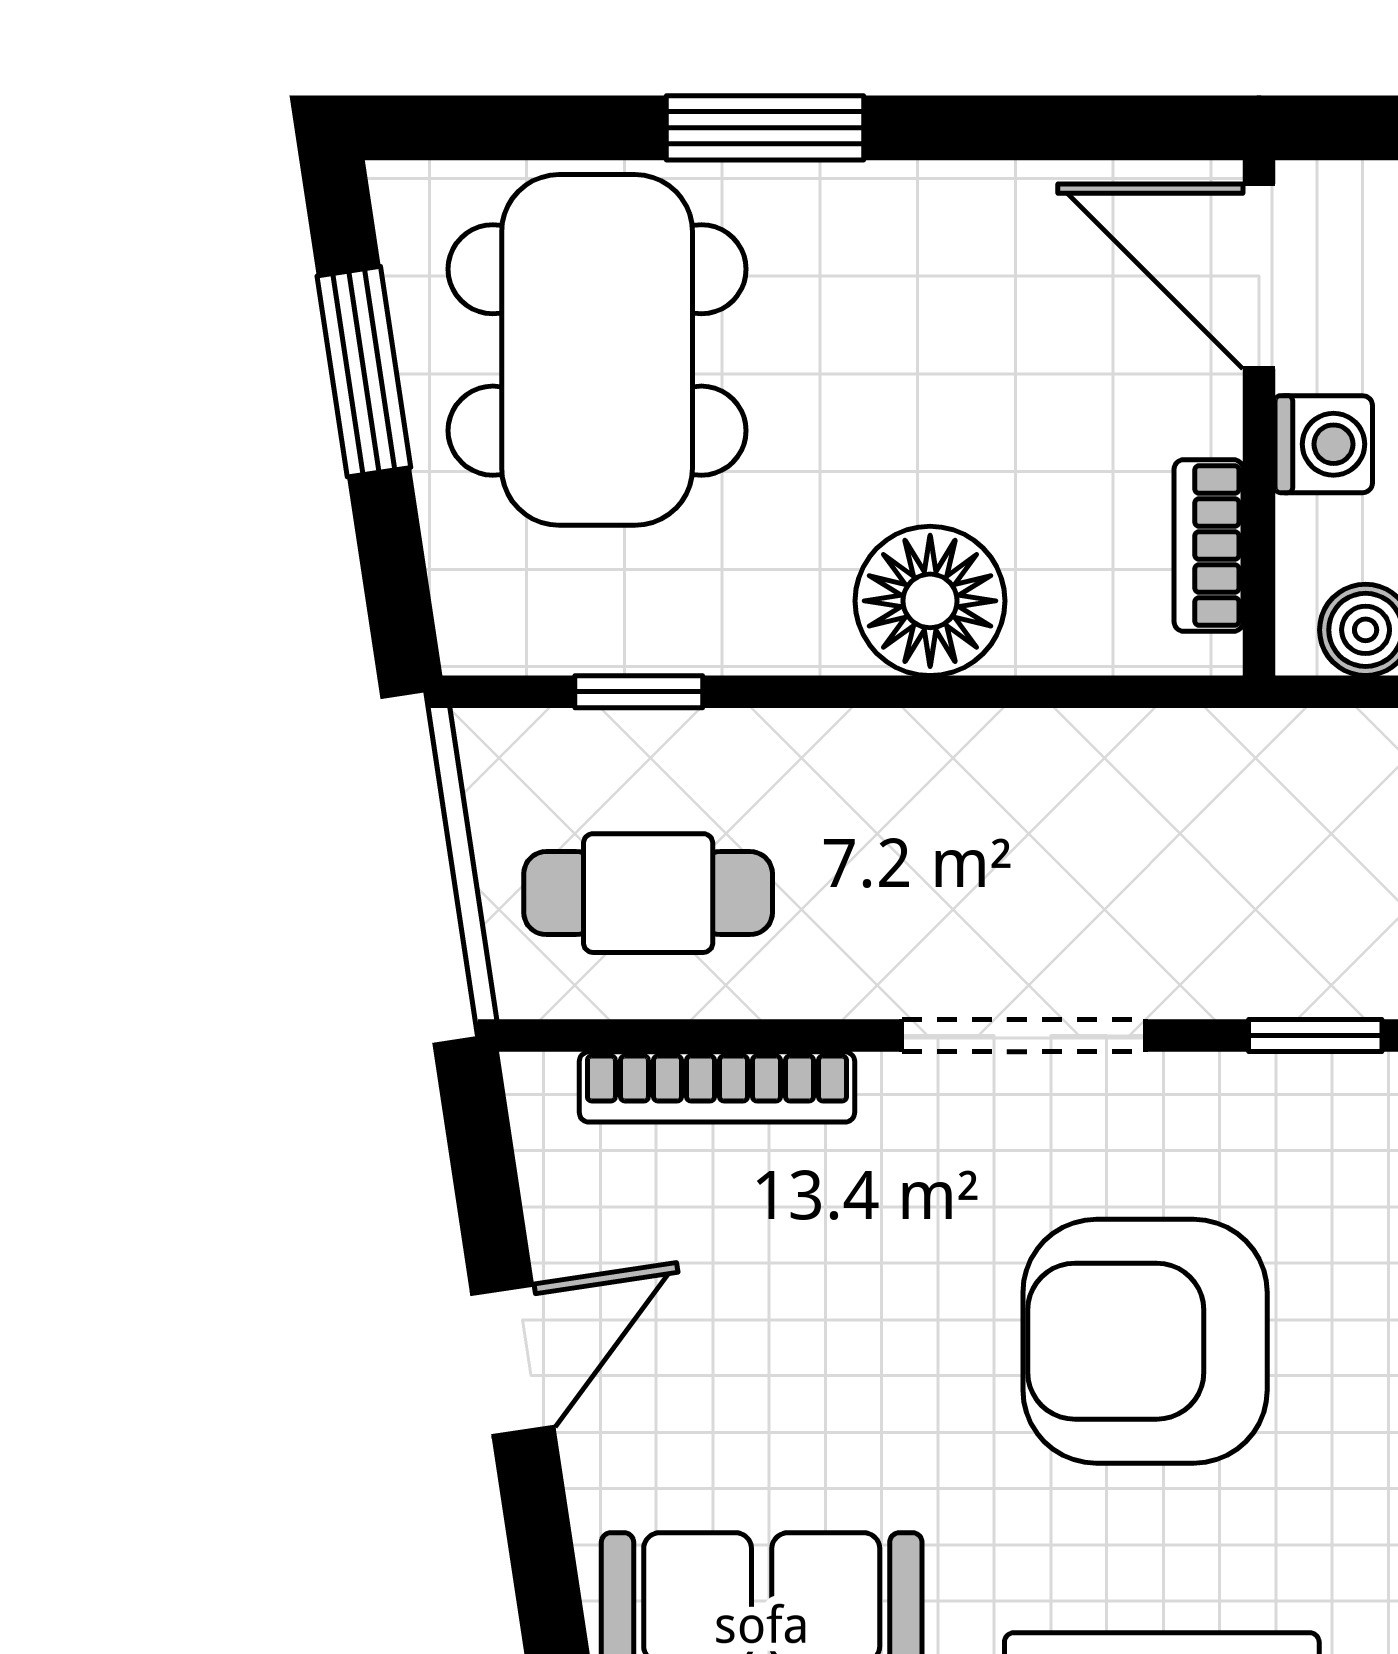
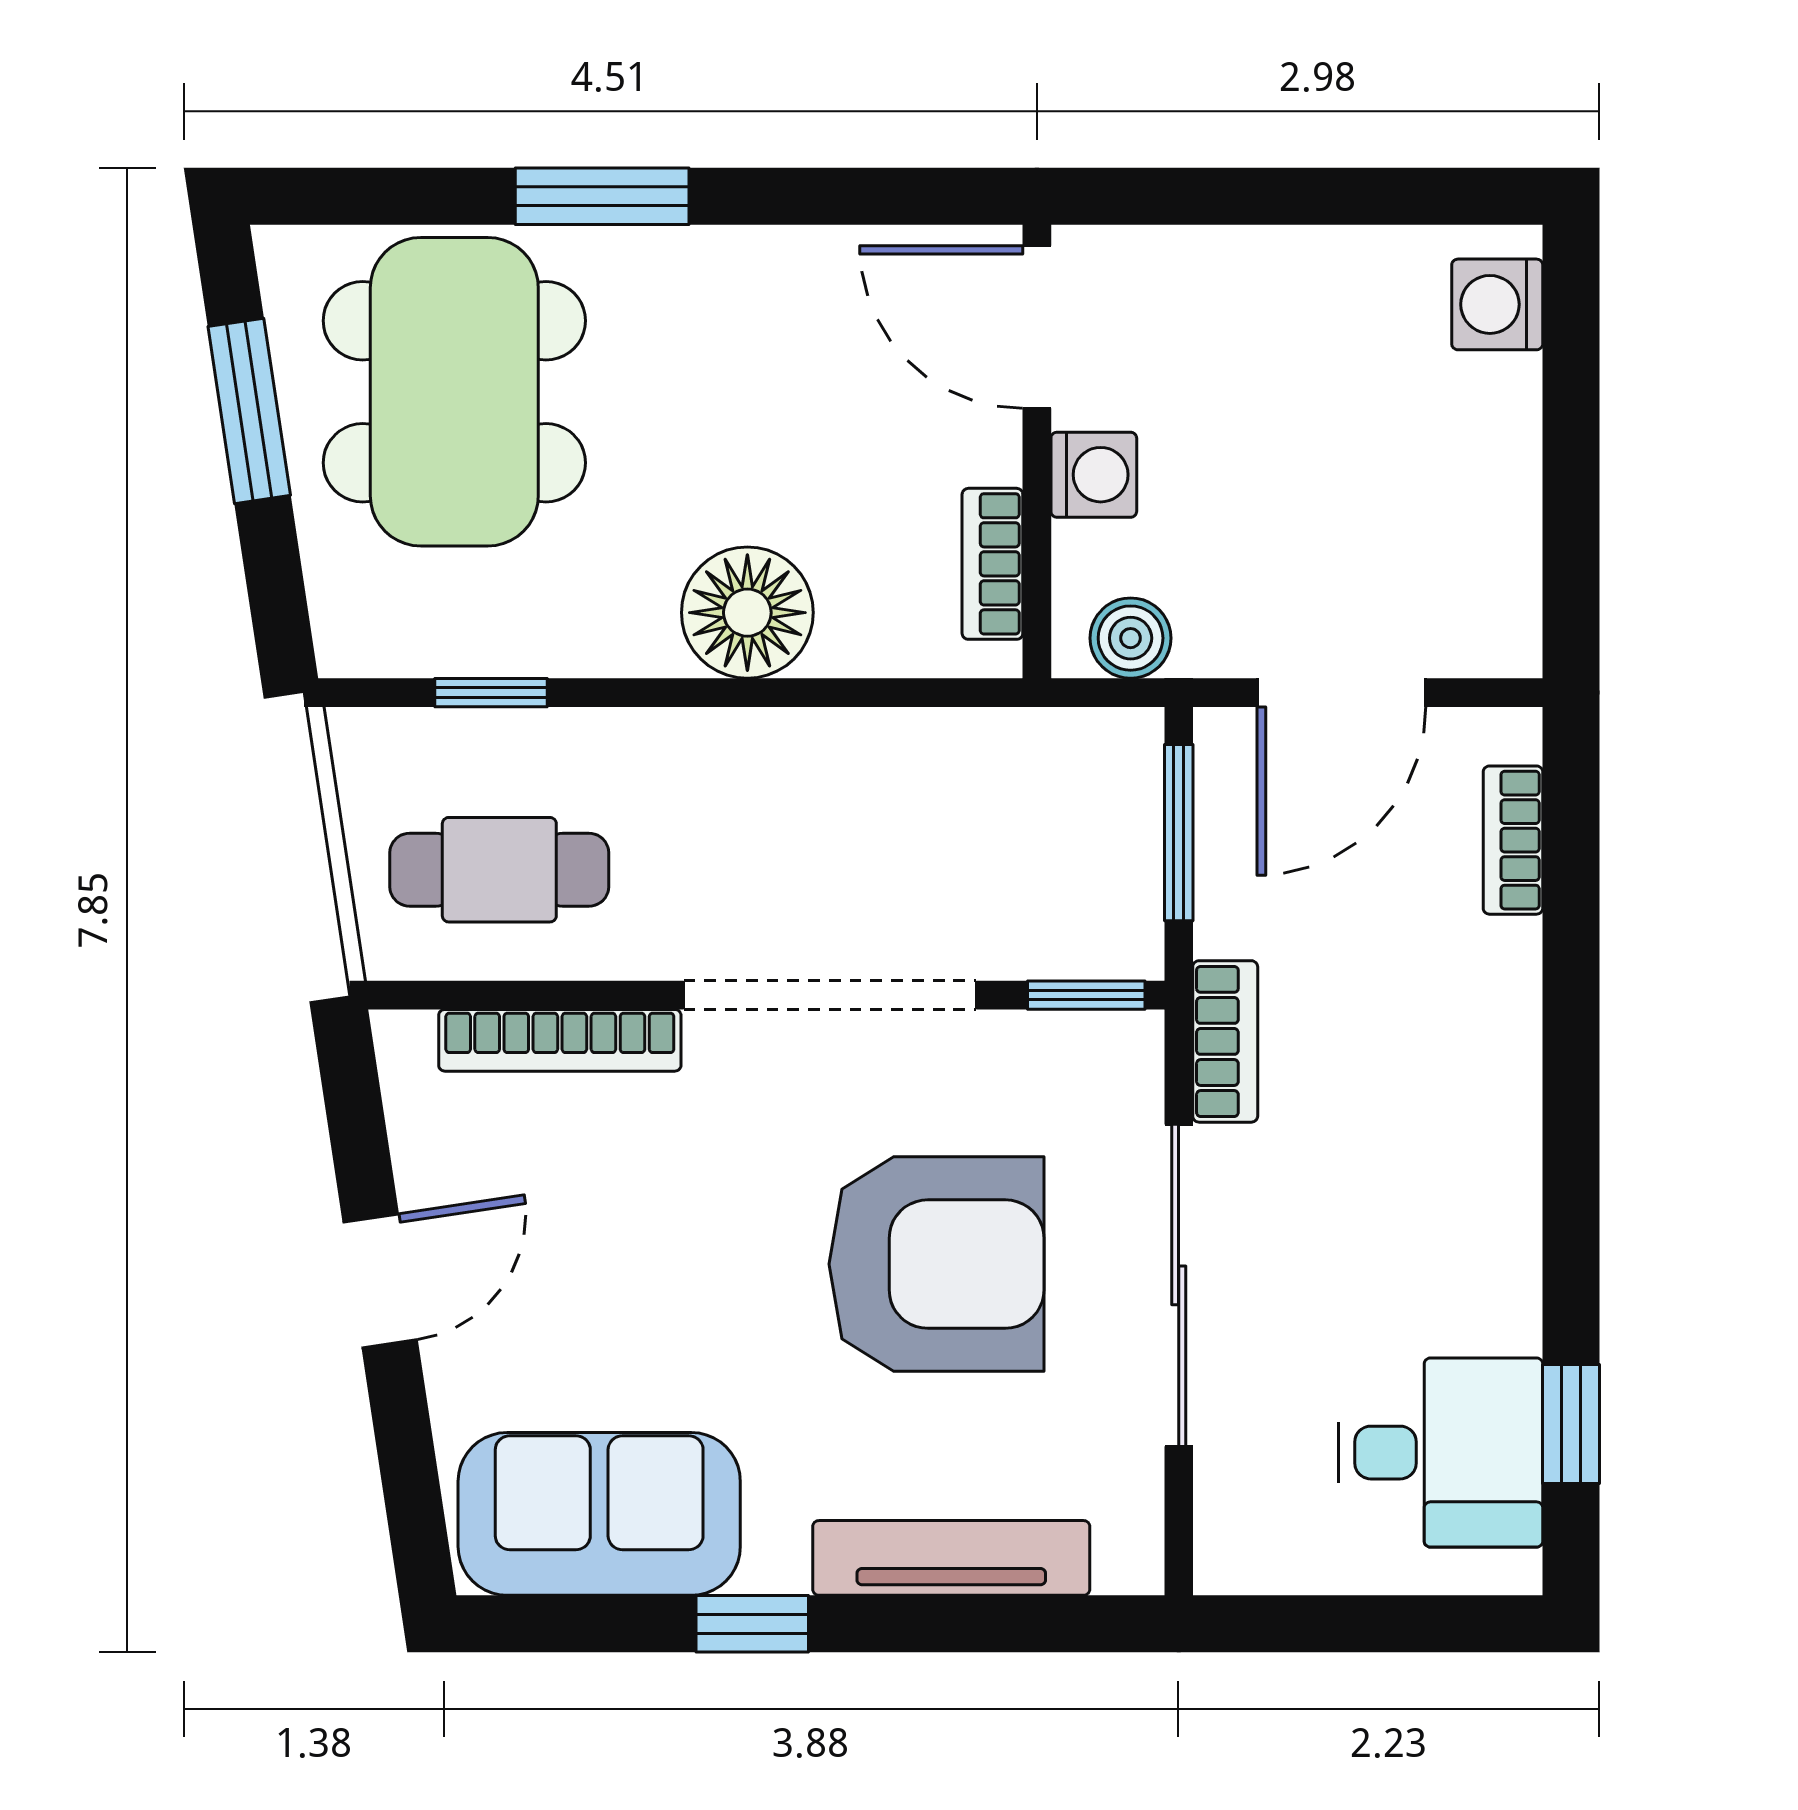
doorway: (1024, 1036) -> (830, 995), width x1.36
armchair: (1145, 1341) -> (937, 1264), turned 180

